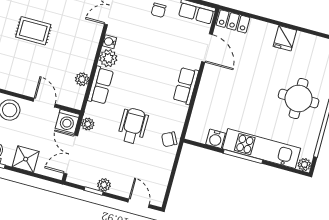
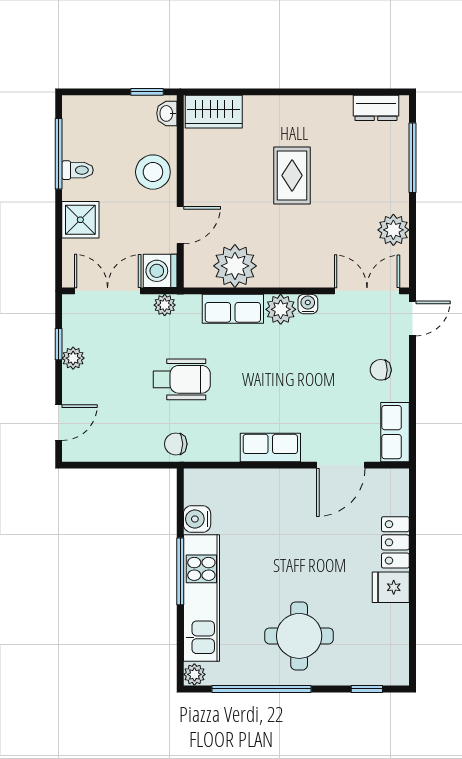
locker: (233, 21) -> (395, 542), moved
plant: (82, 79) -> (235, 266), width x1.87, depth x1.87
chair: (169, 139) -> (176, 444), turned -63

